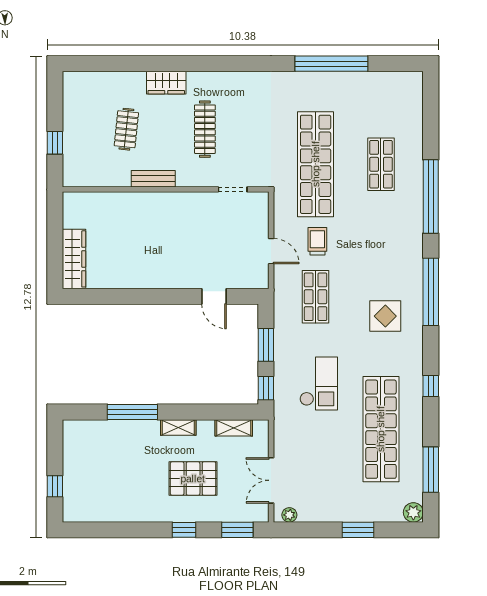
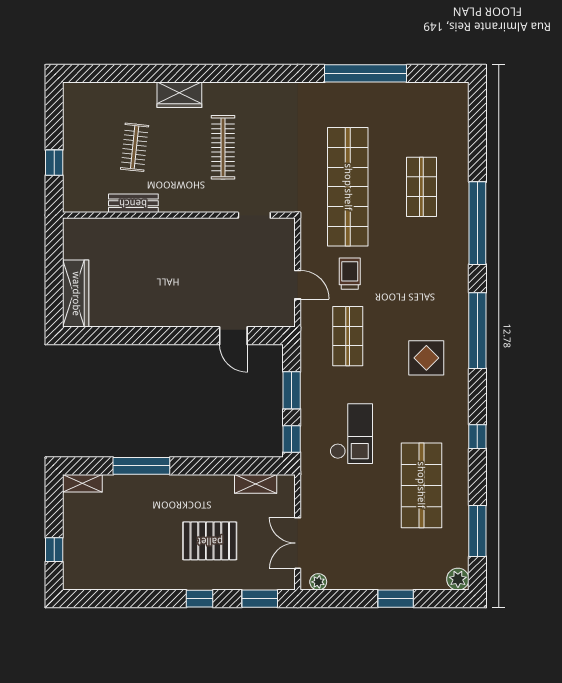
bench: (153, 179) -> (133, 203), moved
shelving: (178, 427) -> (82, 483), moved
shop shelf: (381, 429) -> (421, 485), width x0.71

